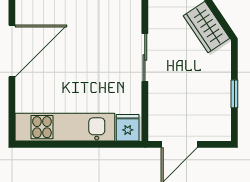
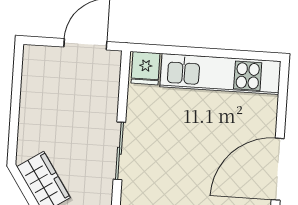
window: (234, 94) -> (16, 100), removed

